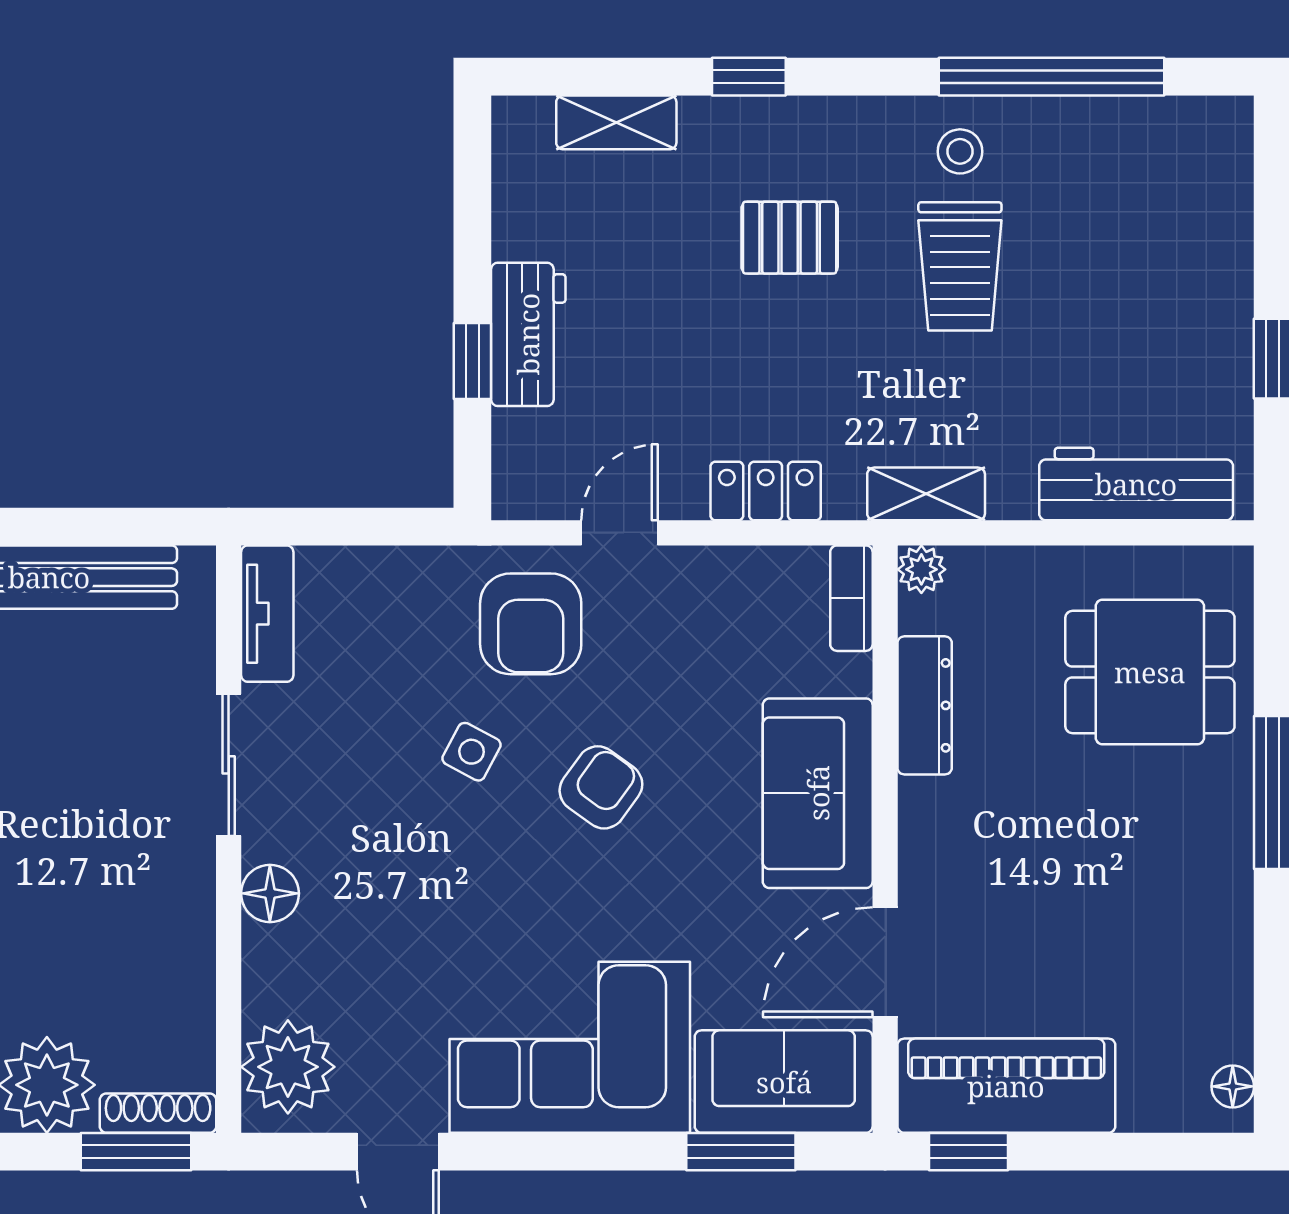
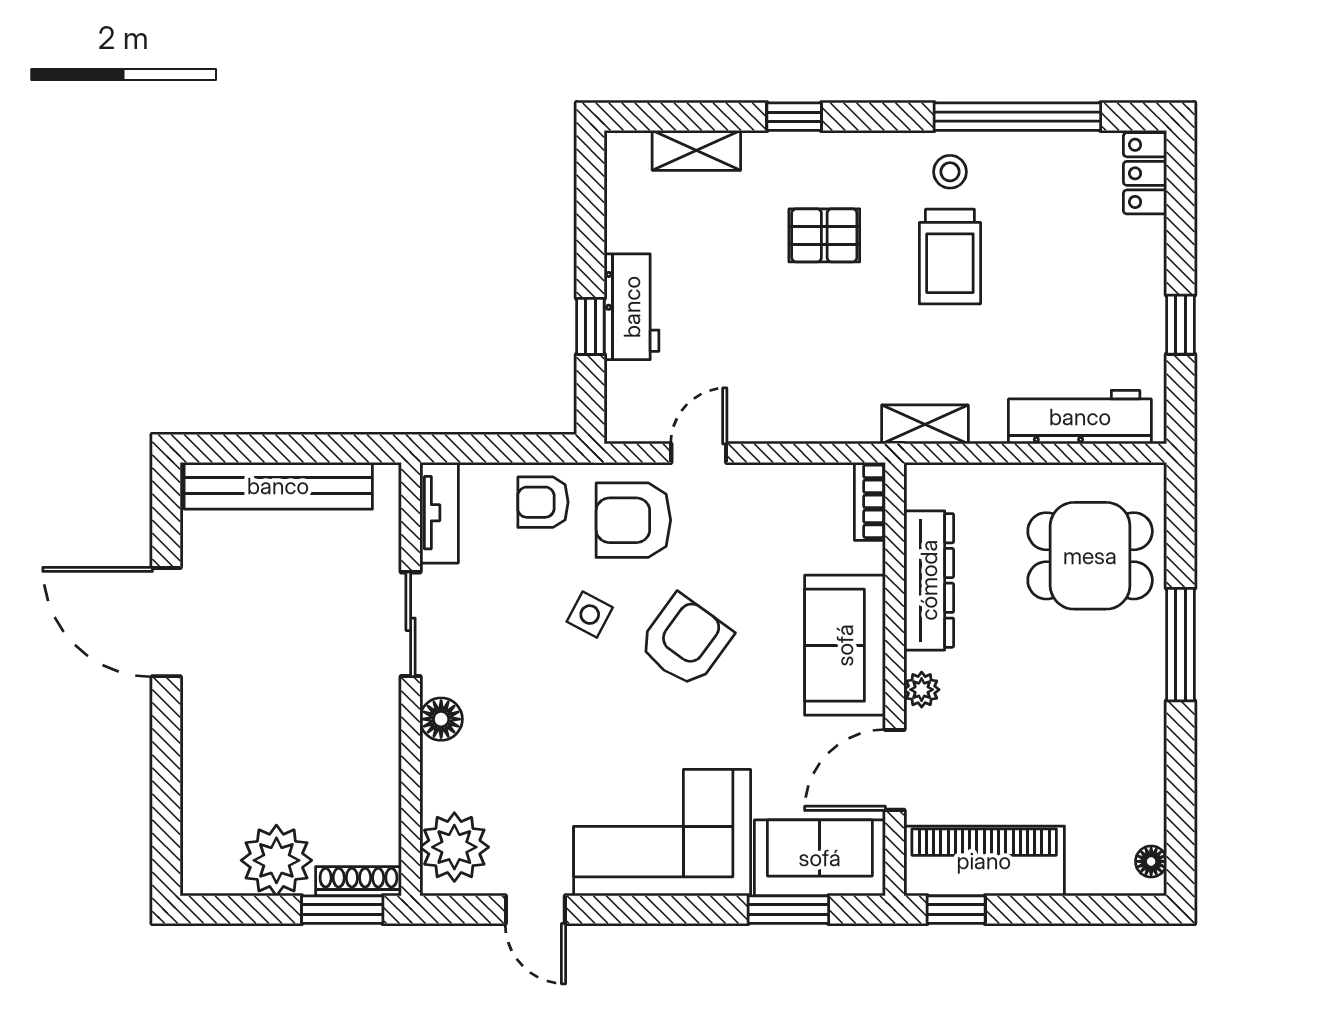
locker: (766, 491) -> (1145, 173), moved, turned -90
plant: (921, 569) -> (922, 690), moved
armchair: (408, 599) -> (543, 502), added
armchair: (531, 624) -> (633, 520), turned 90
dresser: (925, 705) -> (929, 580), width x1.37, depth x1.24
armchair: (601, 787) -> (685, 641), width x1.38, depth x1.38

